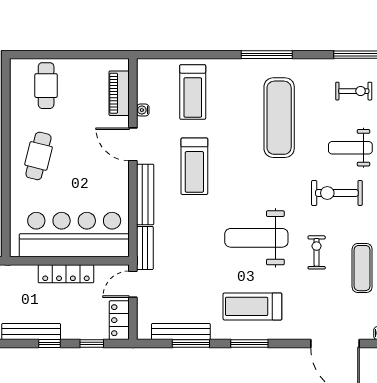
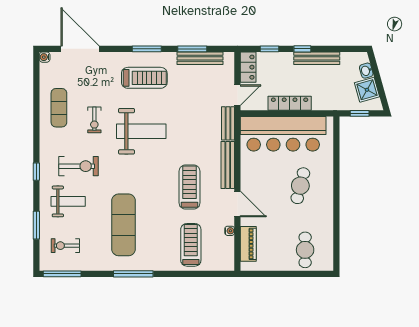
cafe table: (38, 156) -> (300, 186), moved

